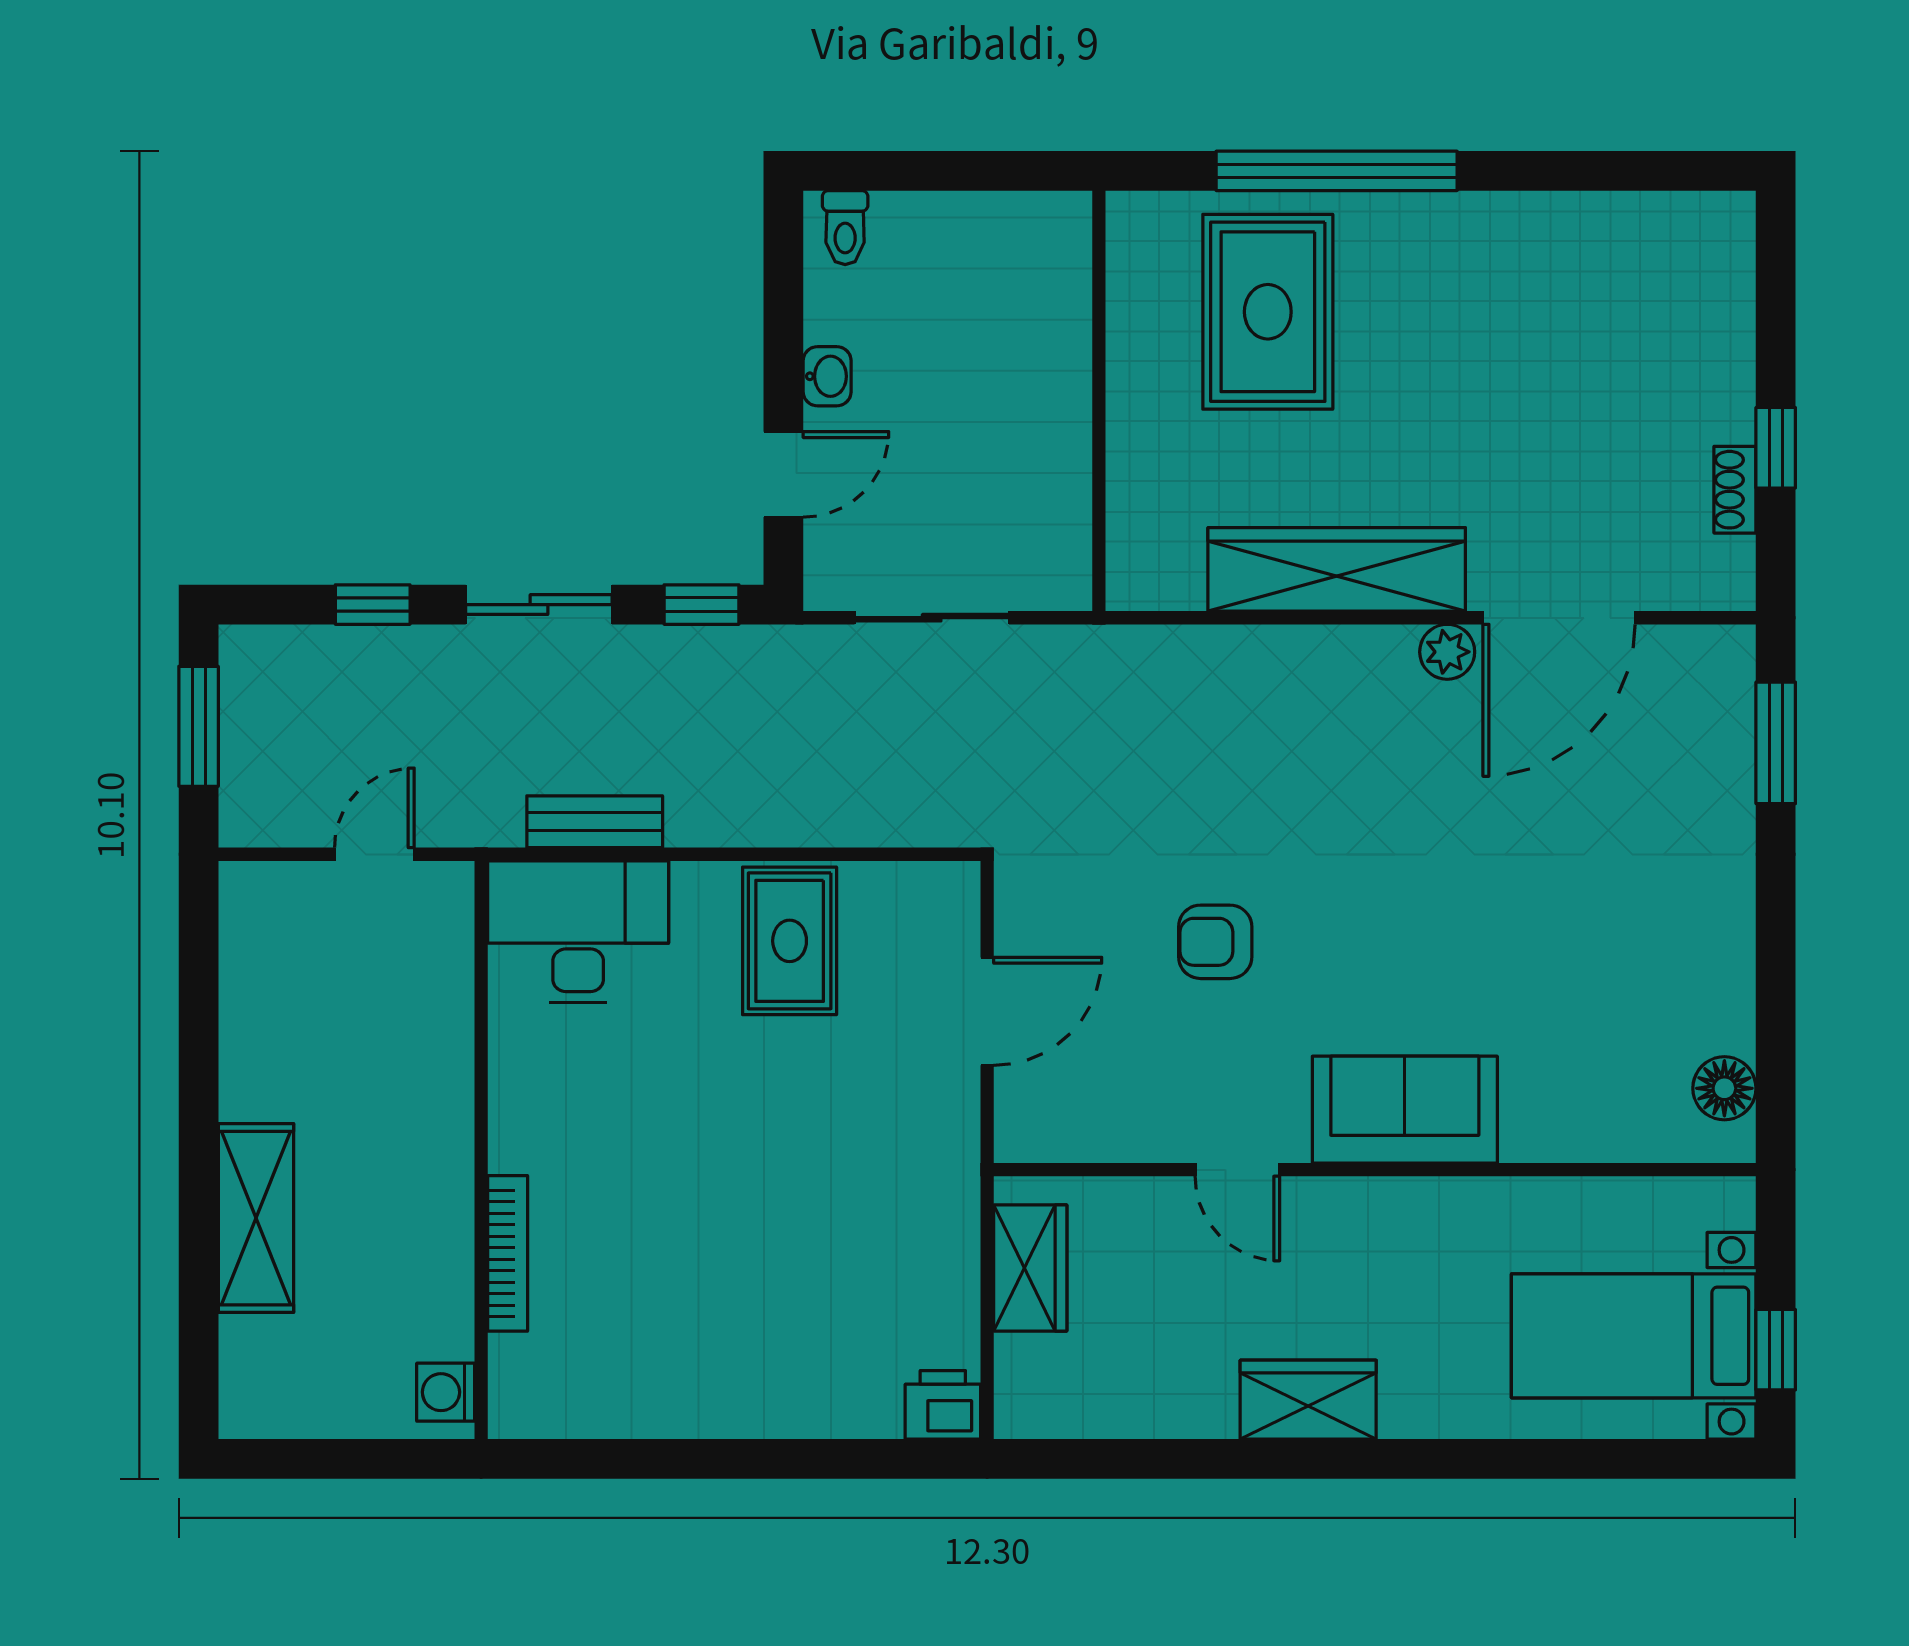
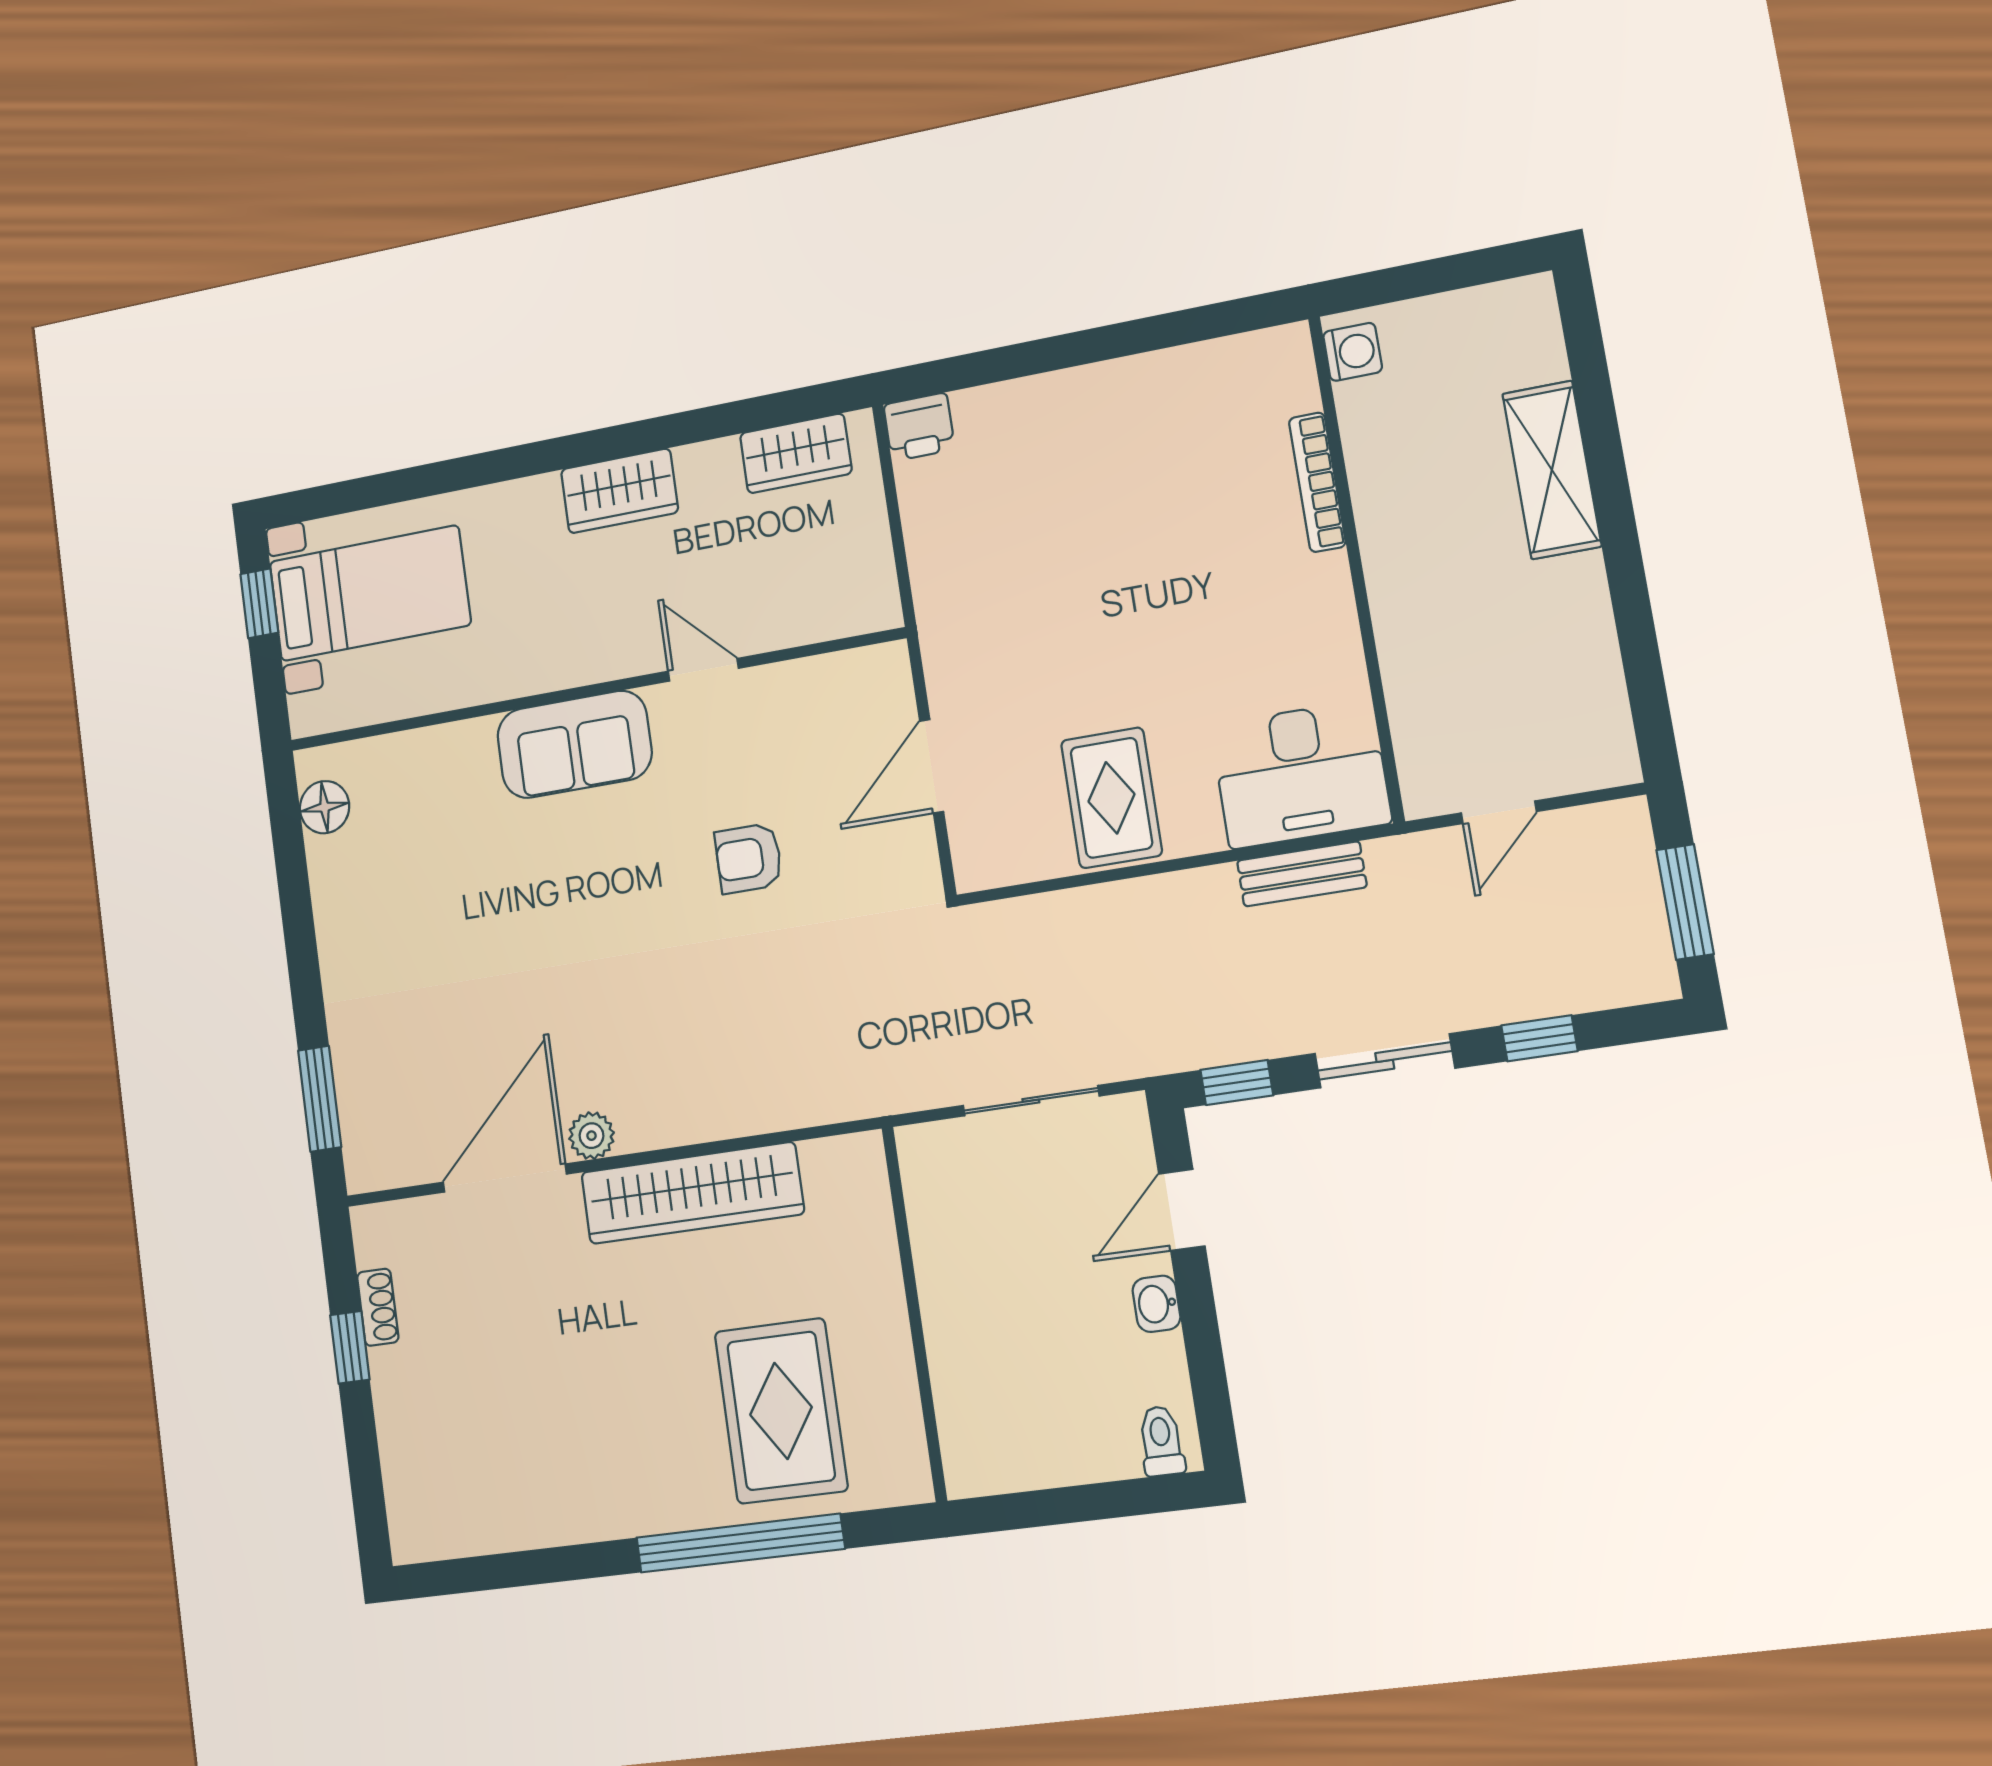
armchair: (1215, 942) -> (749, 858), turned 180
wardrobe: (1030, 1268) -> (796, 453), moved, turned -90

